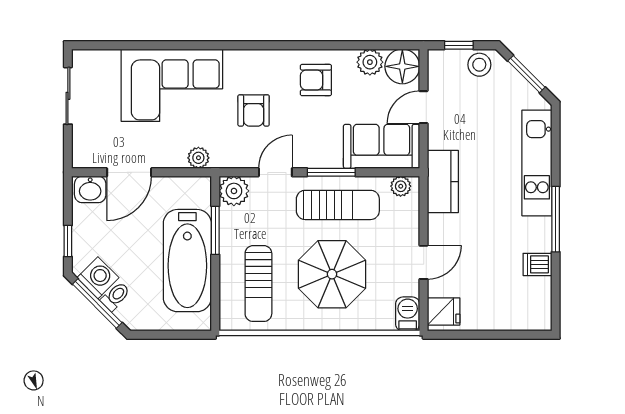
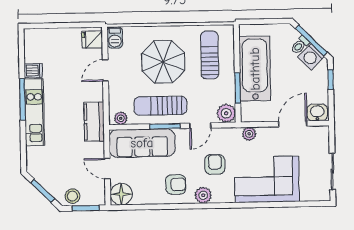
window: (459, 45) -> (86, 208), width x1.50
plant: (370, 62) -> (203, 195), moved
door: (424, 107) -> (107, 169), swing flipped
sofa: (382, 146) -> (142, 143), width x1.36
kitchen unit: (537, 163) -> (34, 112), moved

